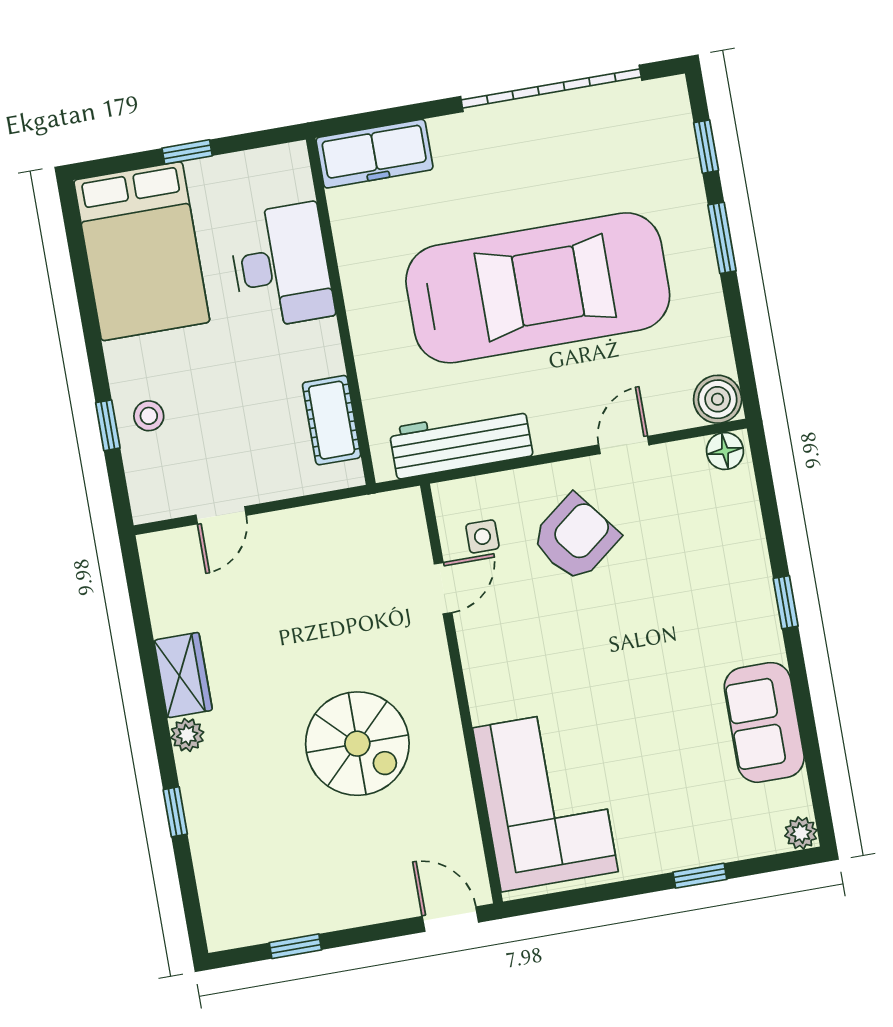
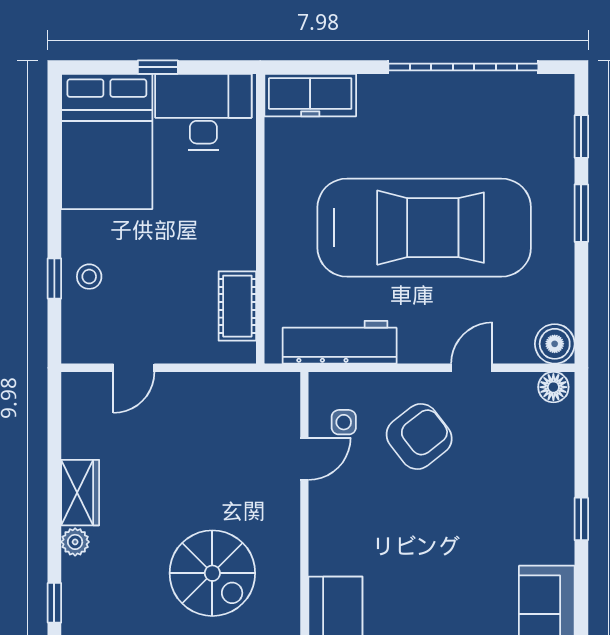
desk: (281, 266) -> (203, 112), moved, turned -90

